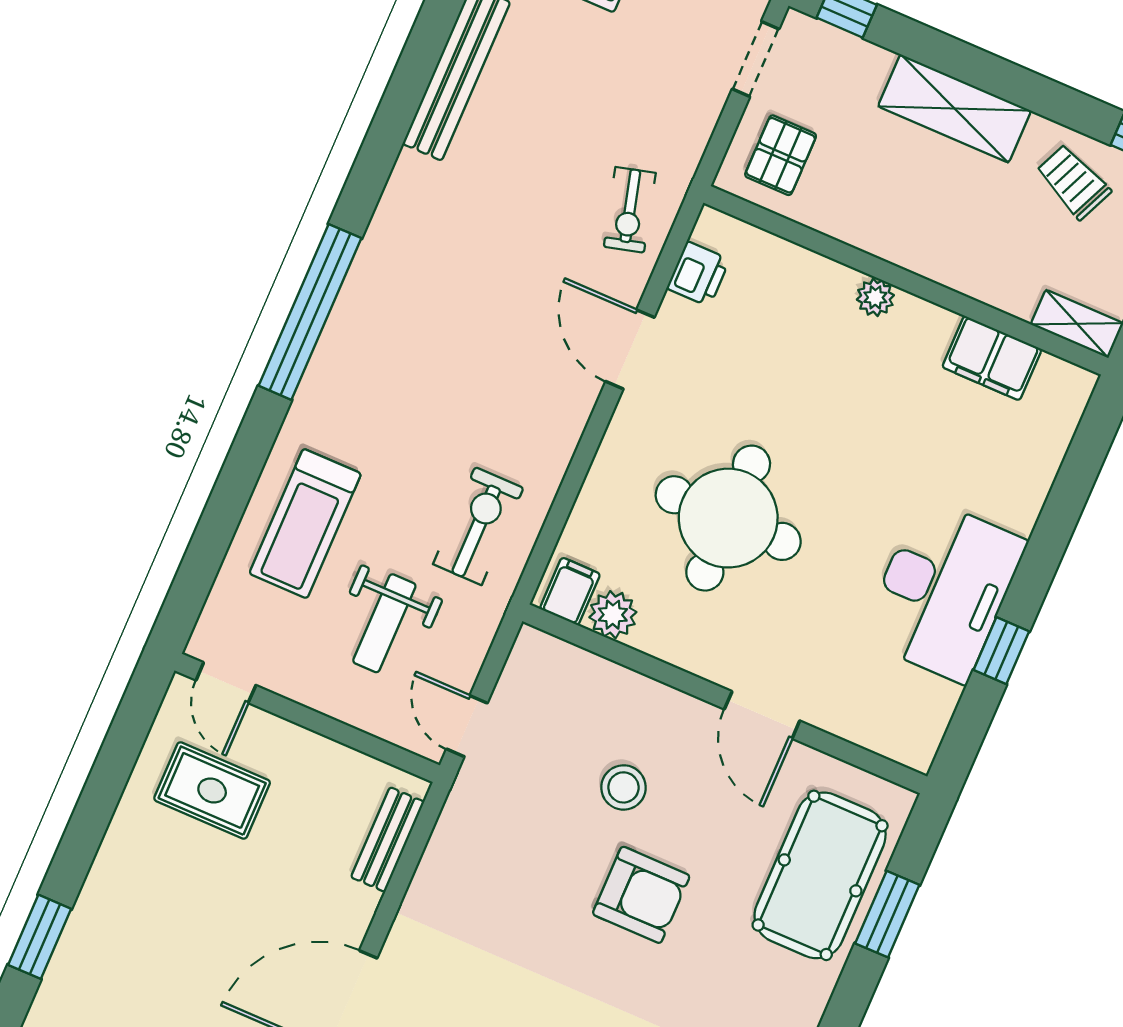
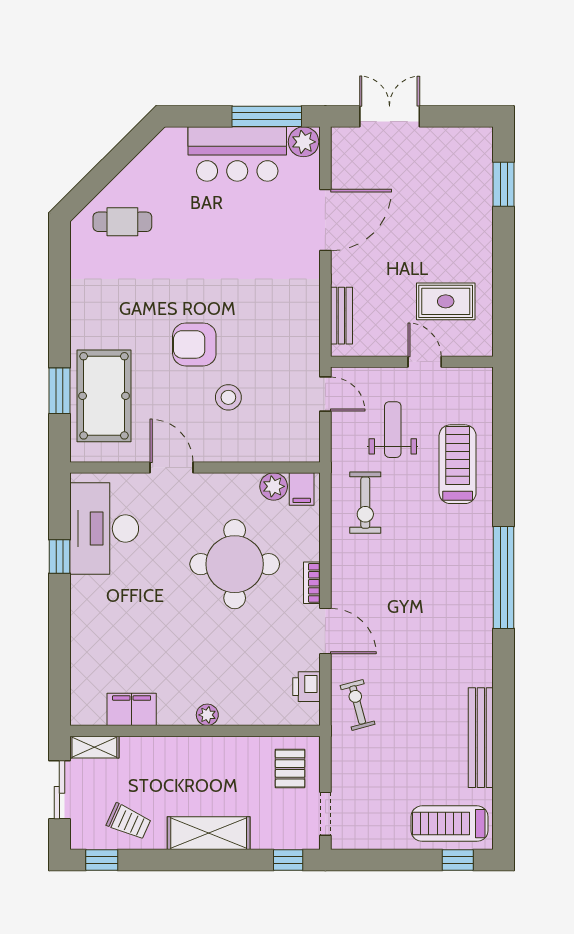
bookcase: (618, 435) -> (312, 583), added
desk: (943, 590) -> (104, 529), moved
door: (226, 683) -> (425, 362), moved

